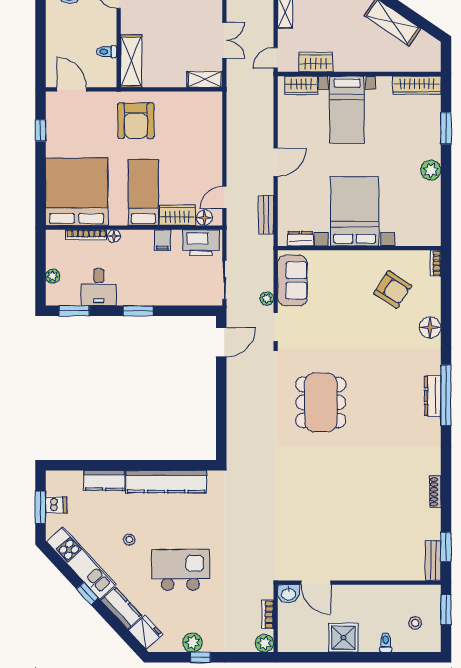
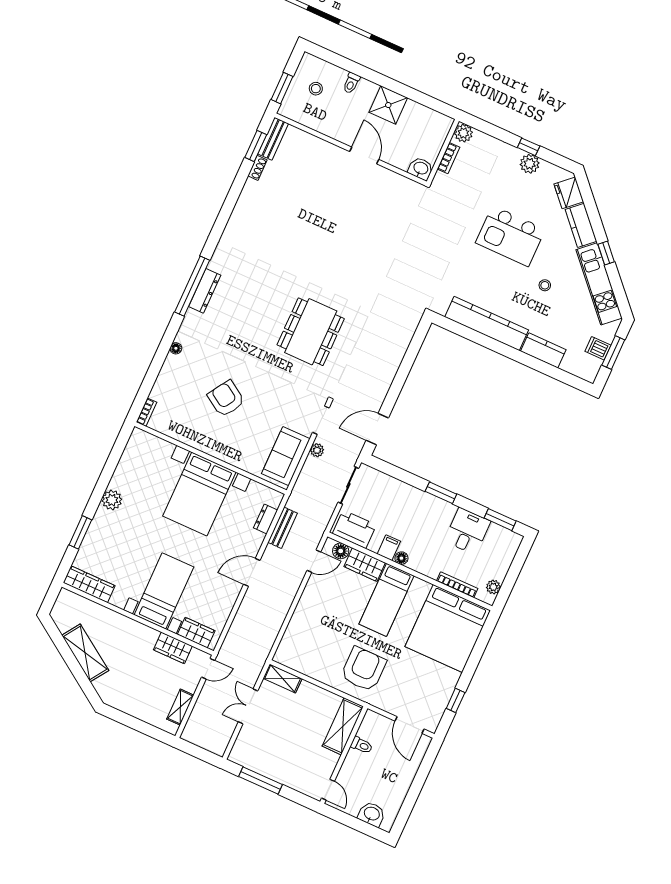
floor lamp: (114, 236) -> (401, 558), moved
dresser: (300, 239) -> (266, 519), moved, turned 90
plant: (53, 276) -> (493, 587), moved
armchair: (393, 289) -> (226, 399), moved
floor lamp: (430, 328) -> (176, 348), width x0.53, depth x0.53
shoe rack: (435, 492) -> (258, 168), moved, width x0.70
door: (316, 583) -> (364, 156), moved

